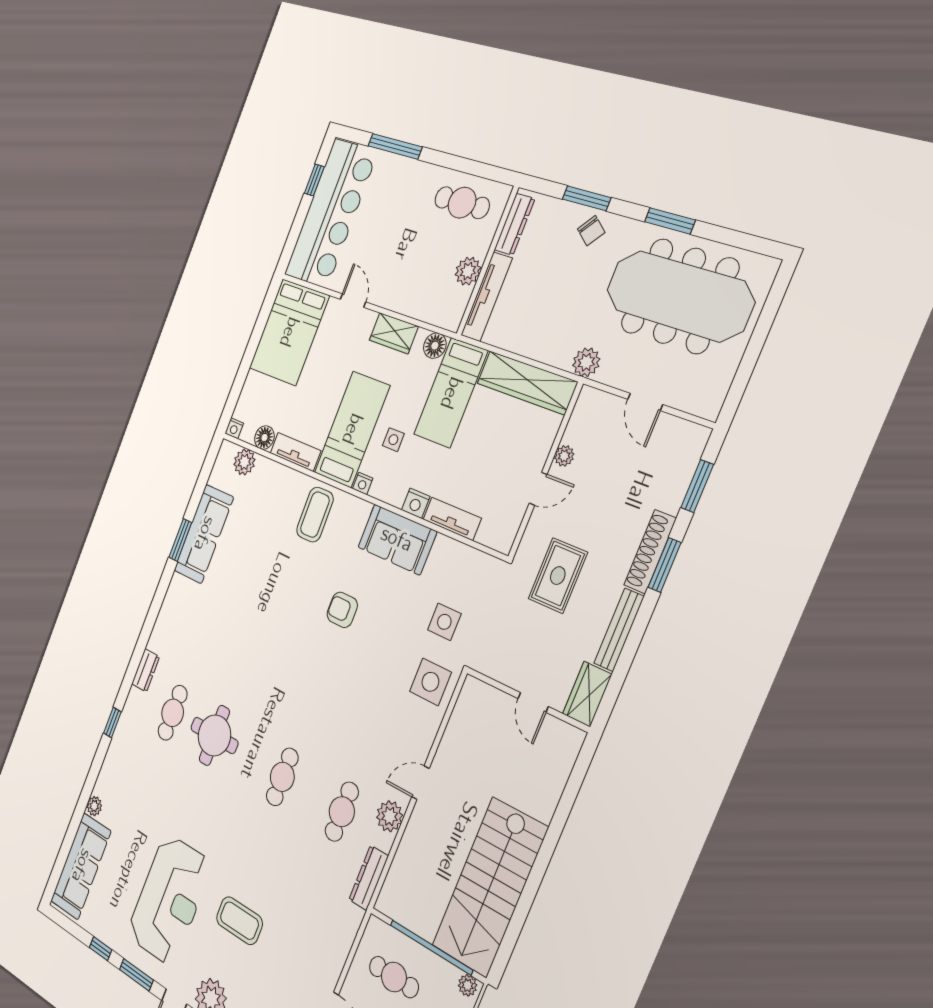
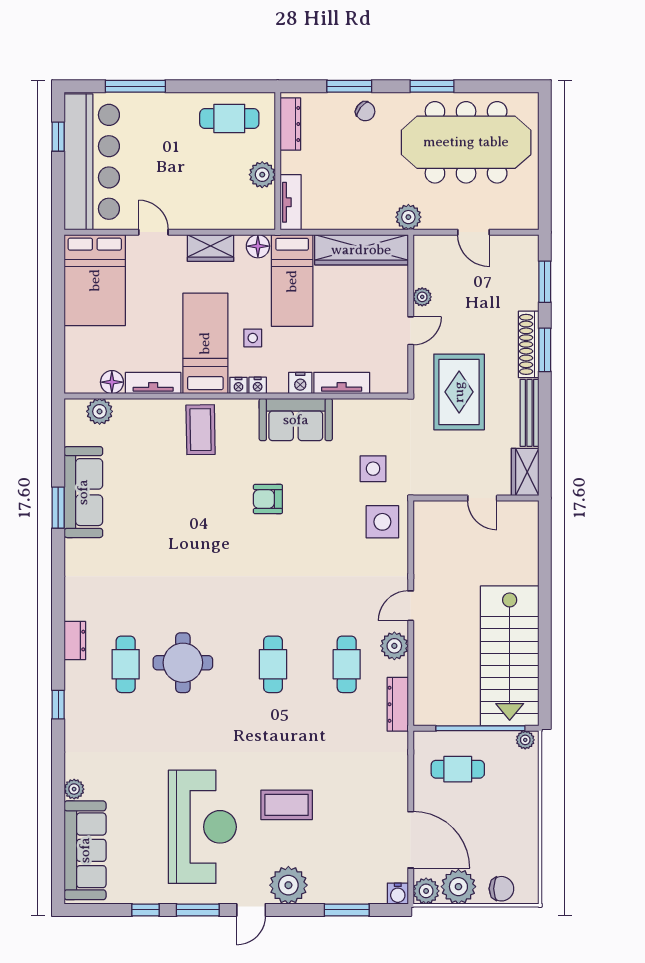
tv unit: (487, 297) -> (291, 202), width x0.71
nightstand: (234, 428) -> (258, 385), moved
rug: (558, 576) -> (459, 392), width x1.36, depth x1.43

